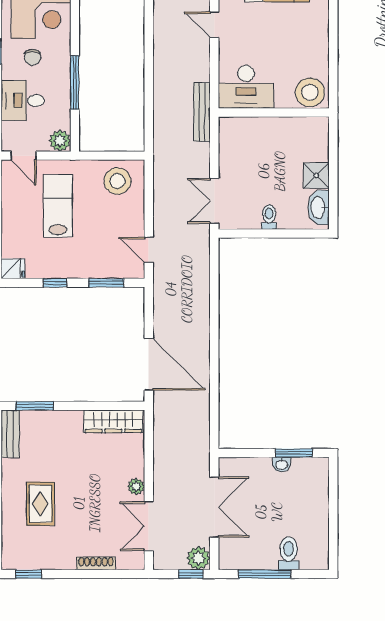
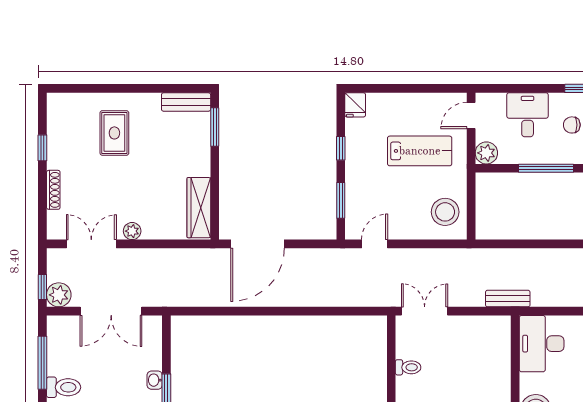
bench: (202, 112) -> (508, 299), width x0.73
rug: (40, 504) -> (114, 133), turned 90
window: (28, 574) -> (42, 148), moved

